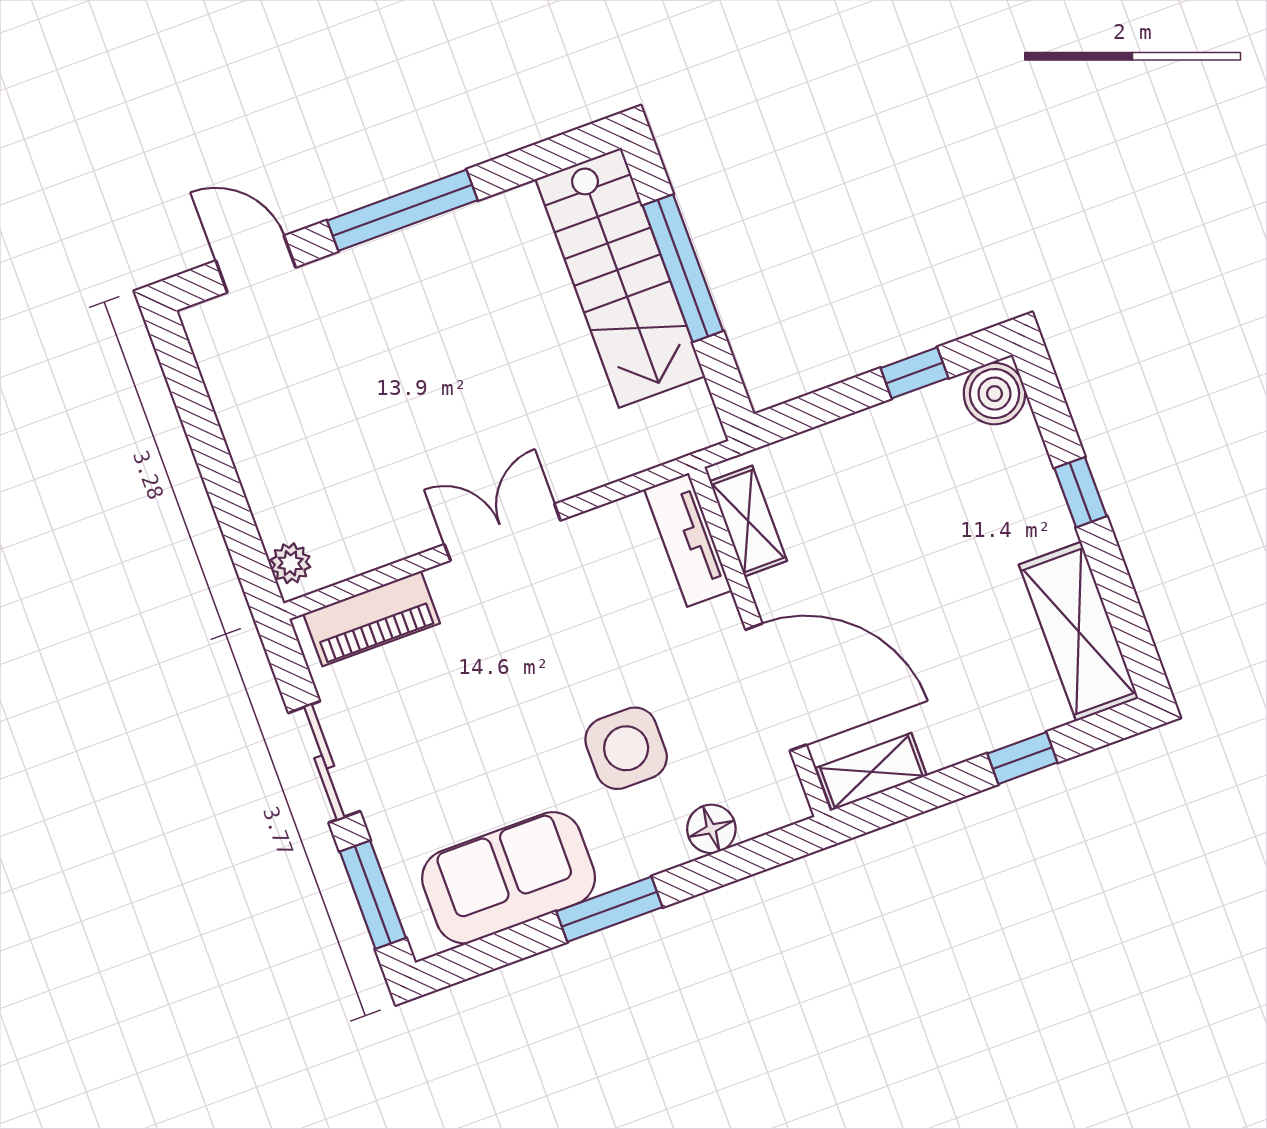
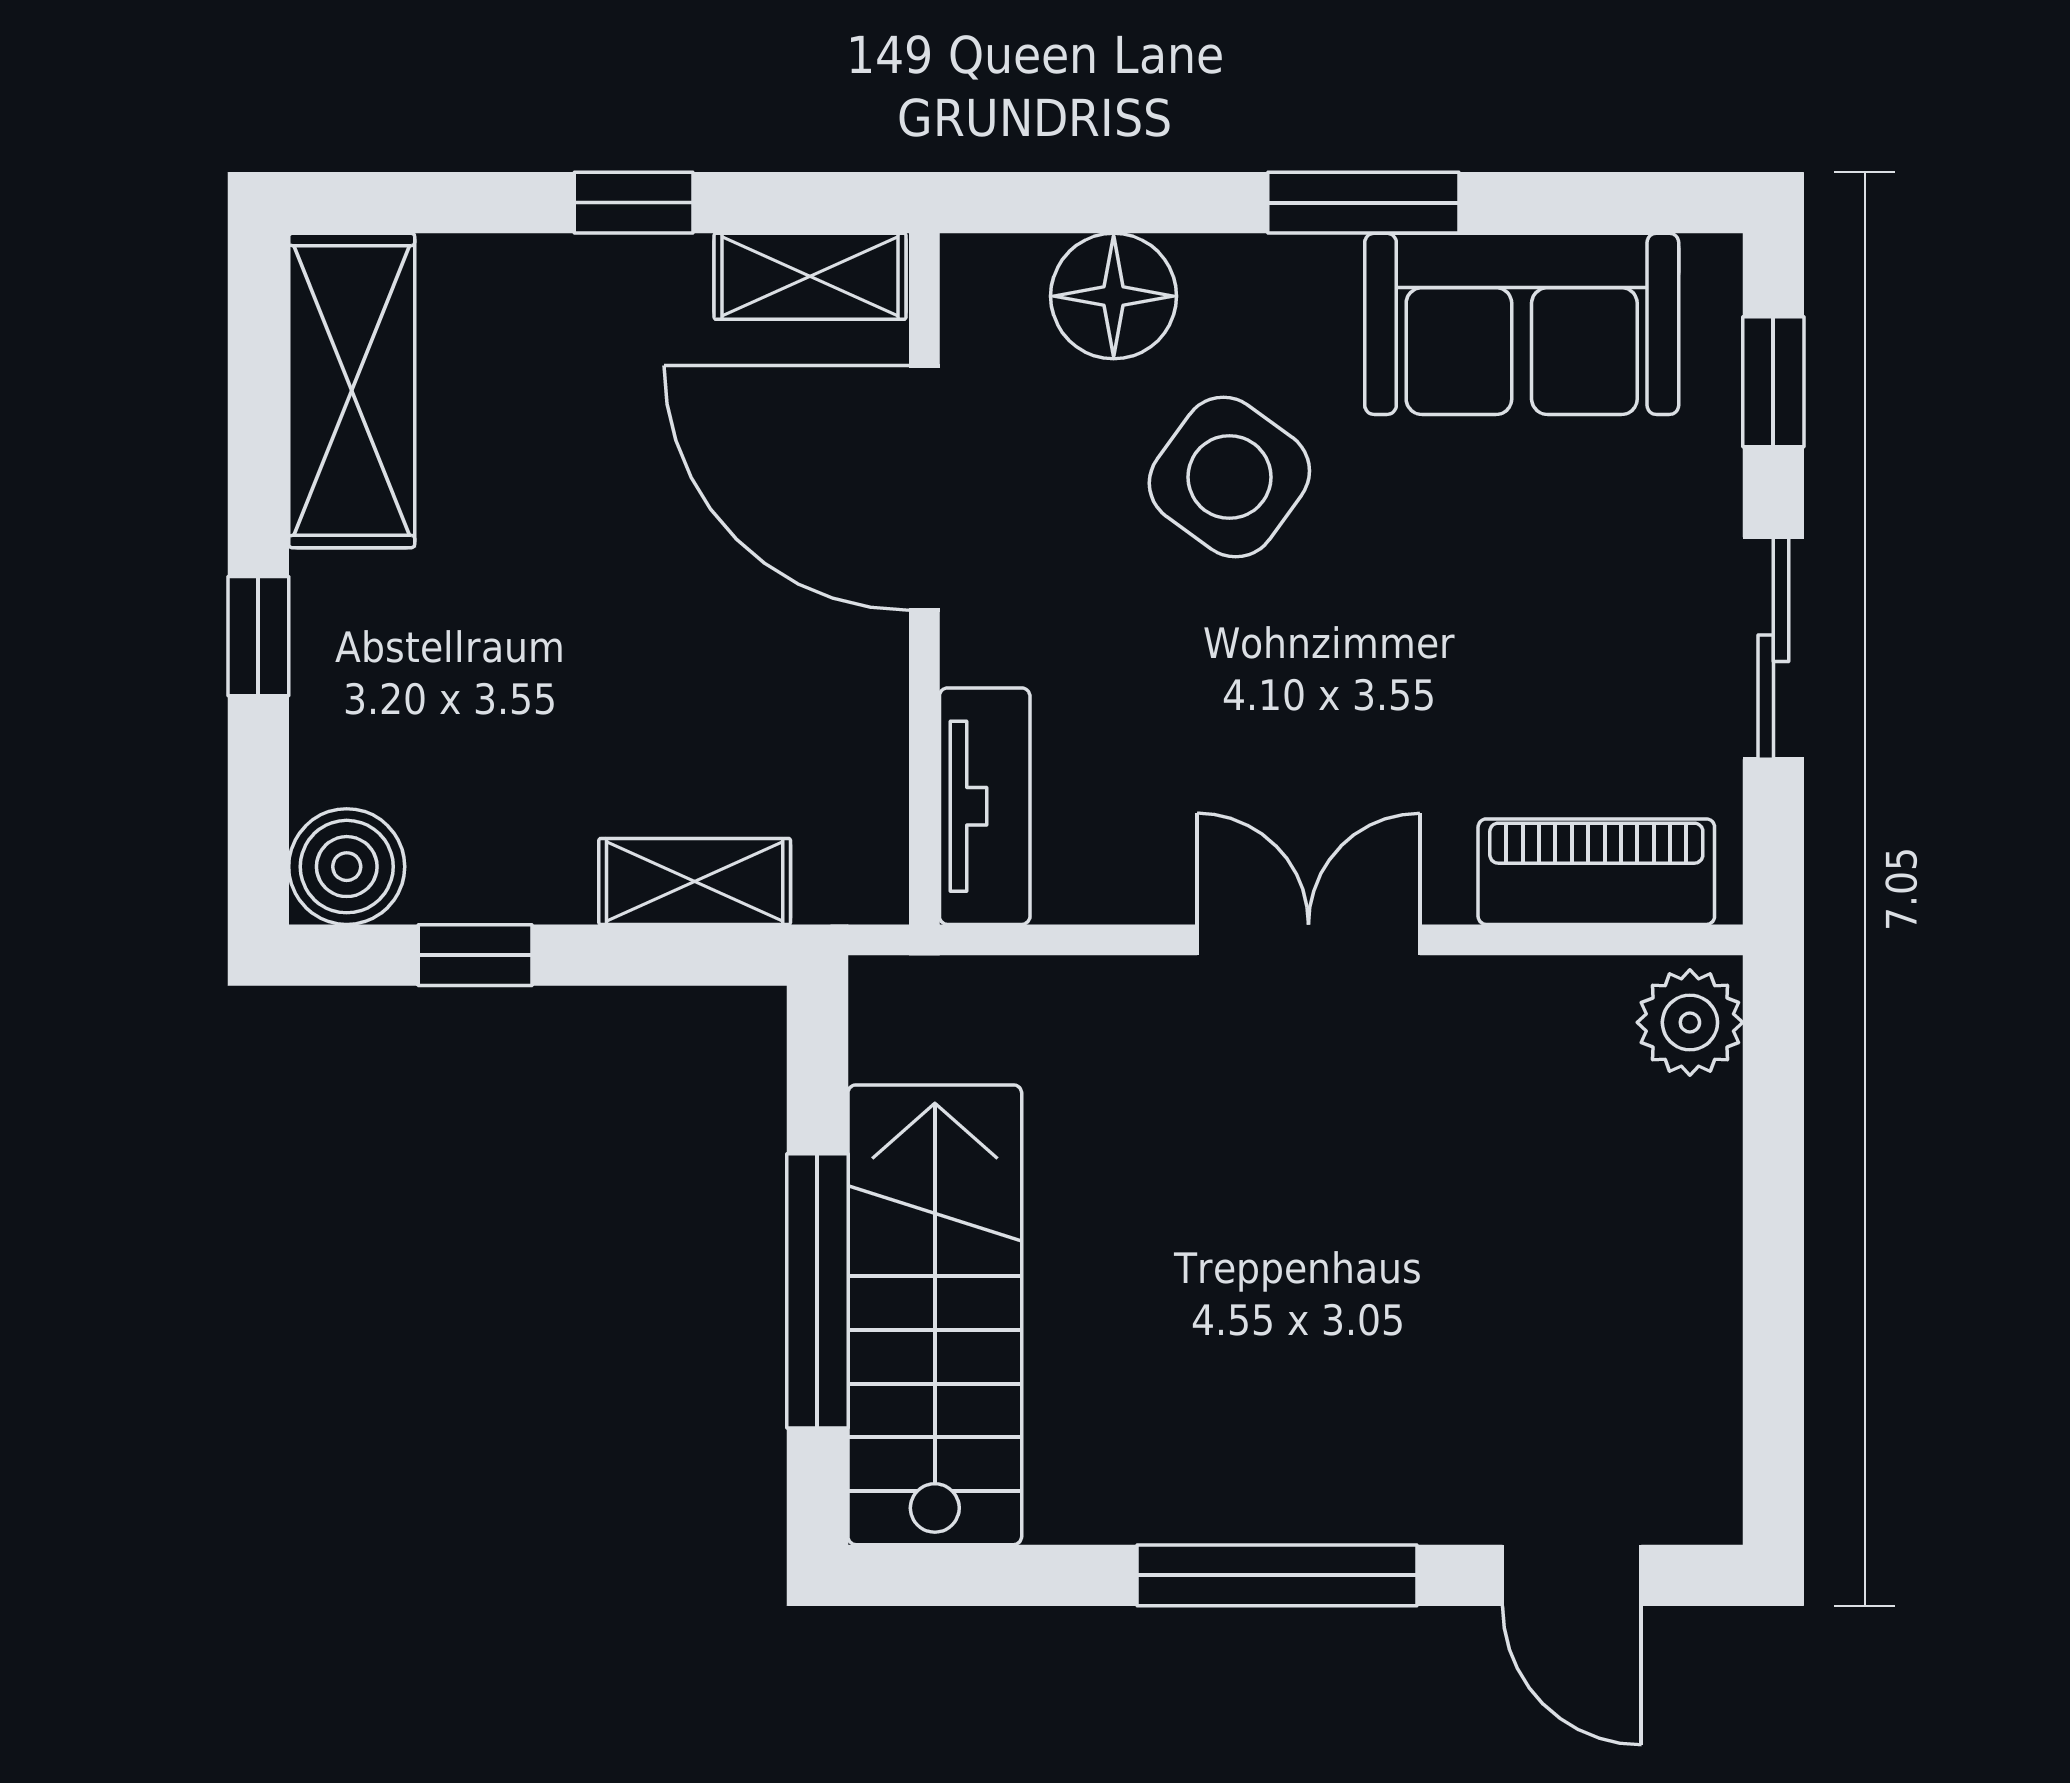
shelving: (748, 521) -> (695, 881), moved, turned 90
double door: (502, 532) -> (1309, 940), swing flipped
plant: (290, 563) -> (1690, 1022), width x1.38, depth x1.38
side table: (626, 748) -> (1229, 477), turned 36
window: (1022, 758) -> (634, 203), moved
floor lamp: (711, 829) -> (1114, 296), width x1.38, depth x1.38
window: (373, 895) -> (1773, 382), width x0.67

